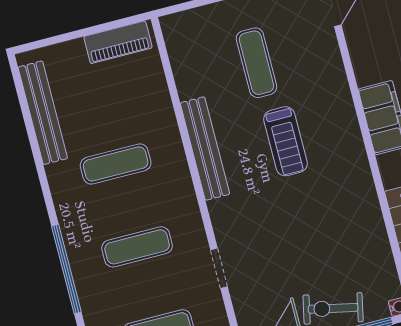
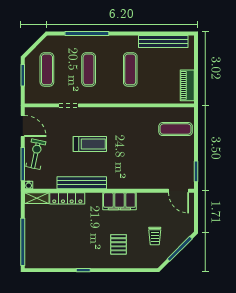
exercise mat: (256, 63) -> (176, 129), moved
treadmill: (285, 141) -> (90, 144), moved, turned 180
bench: (205, 149) -> (82, 183), moved

